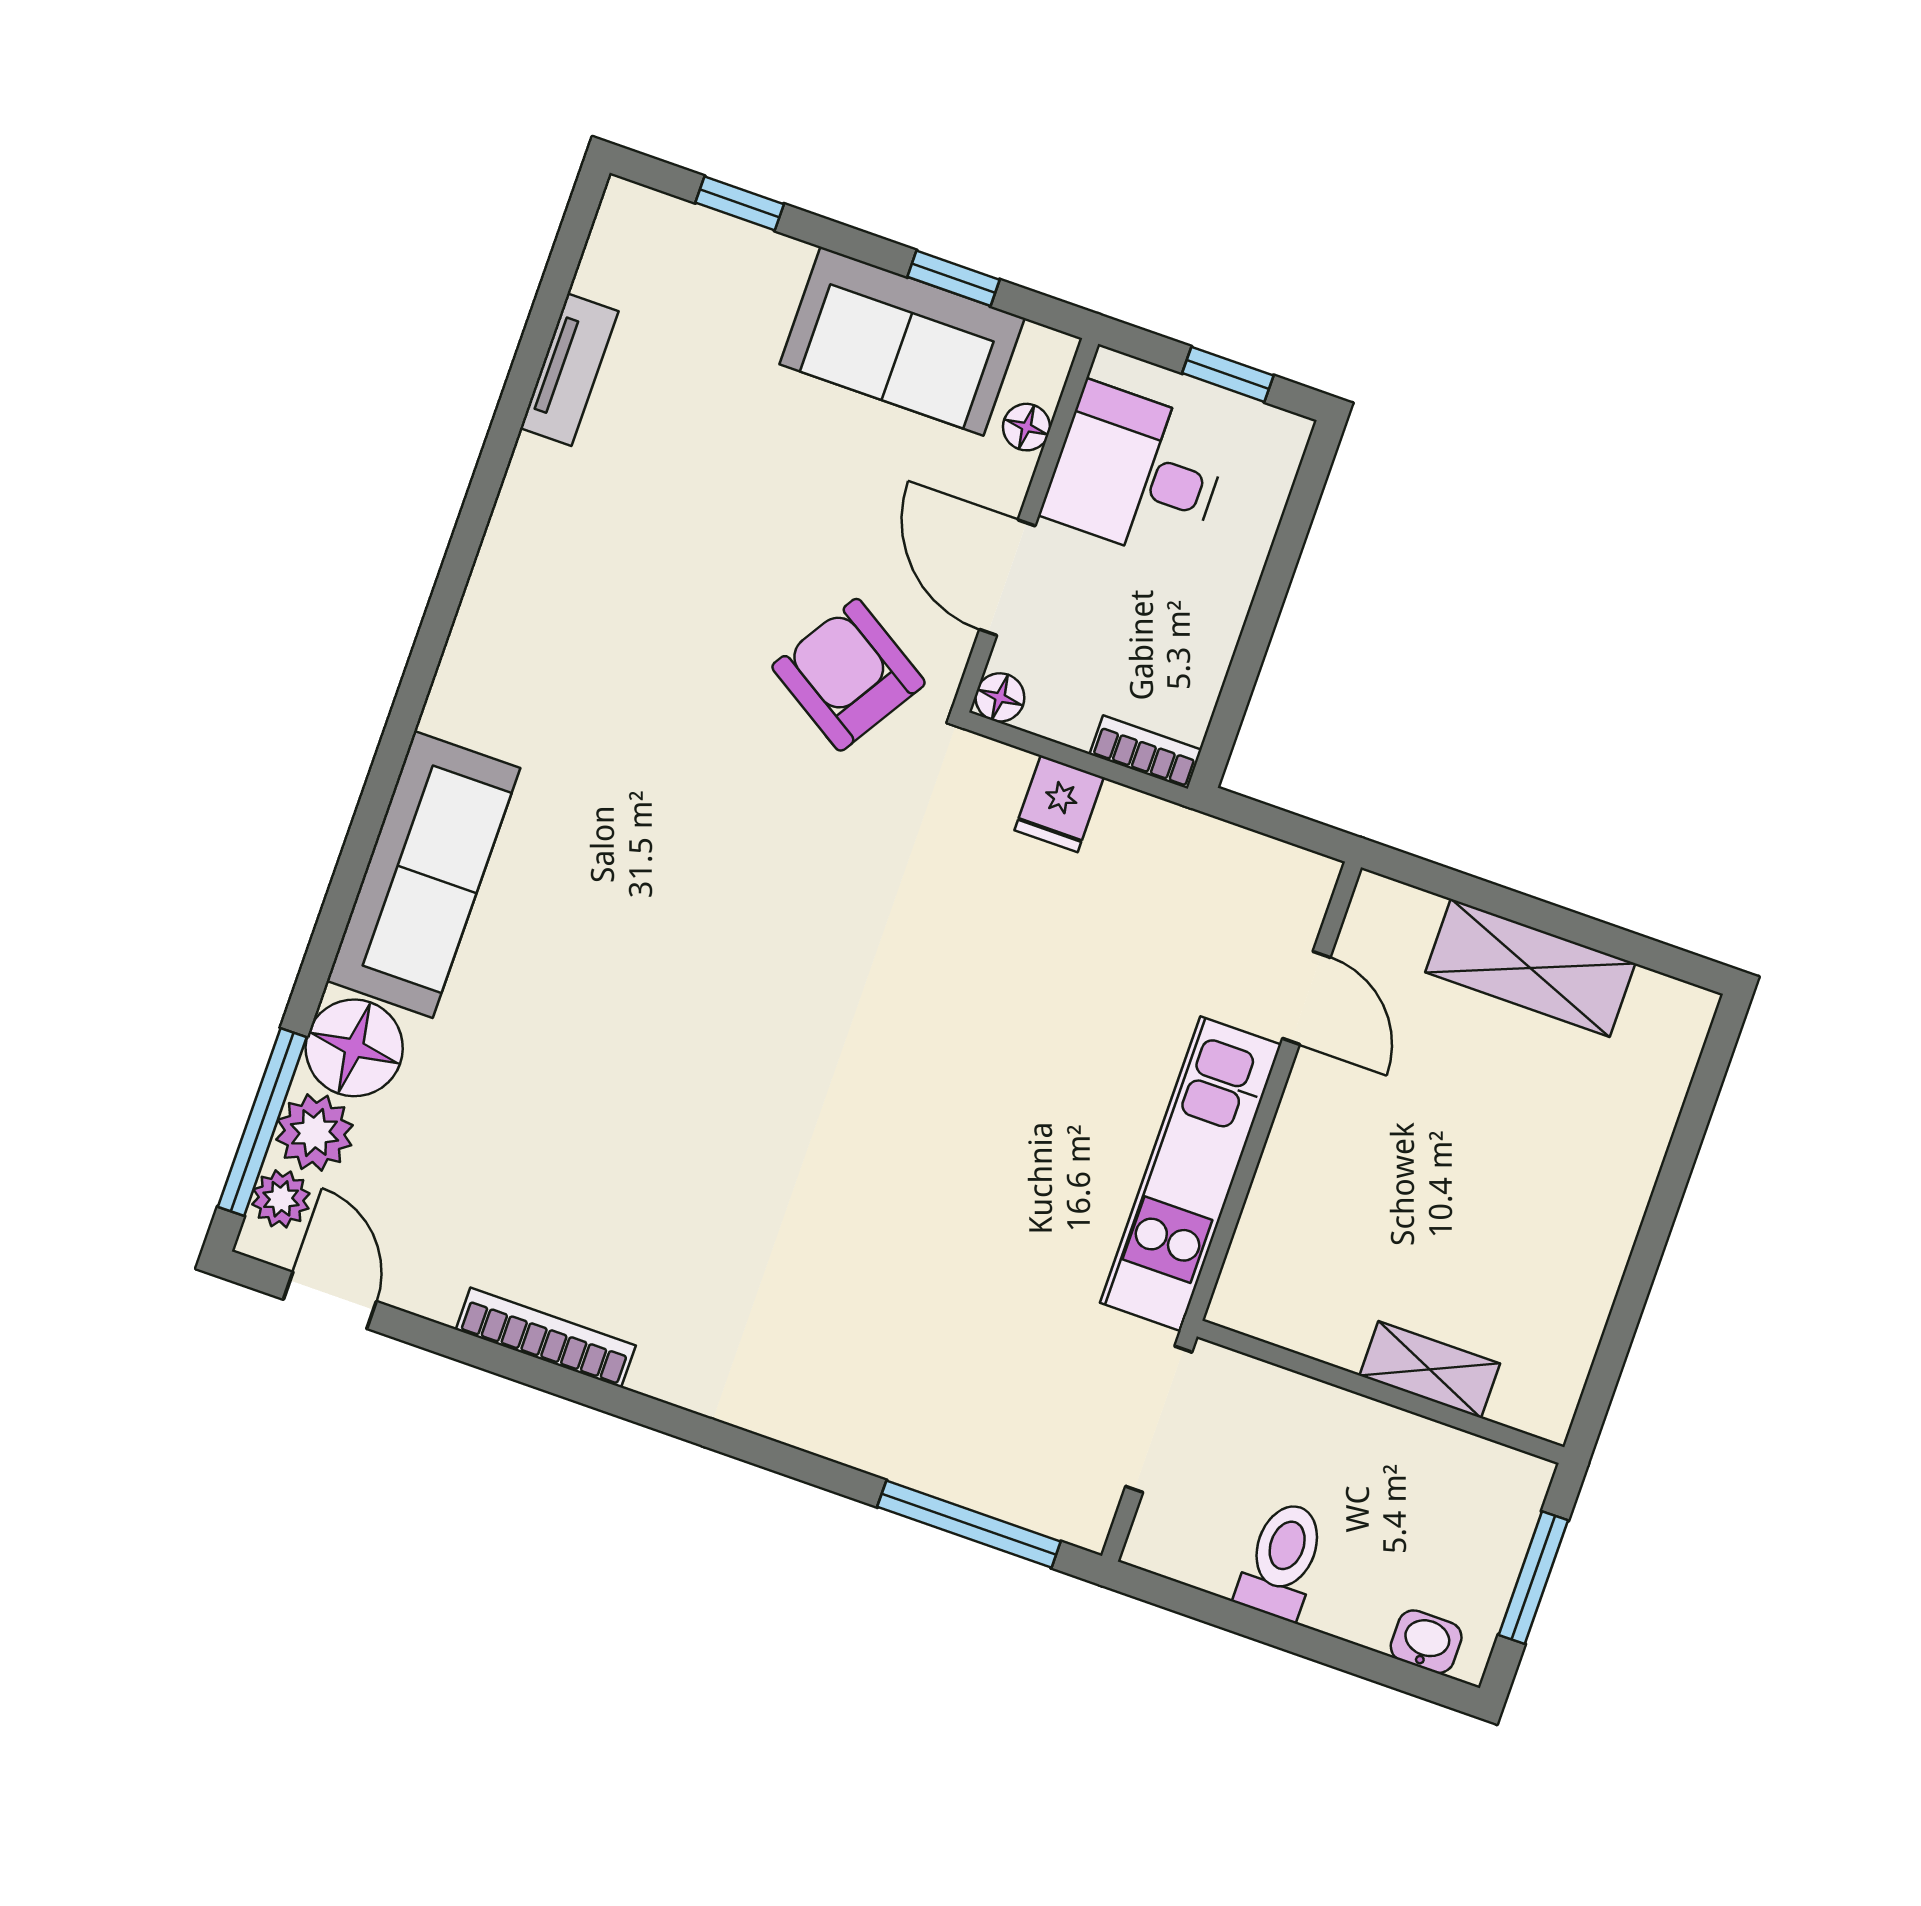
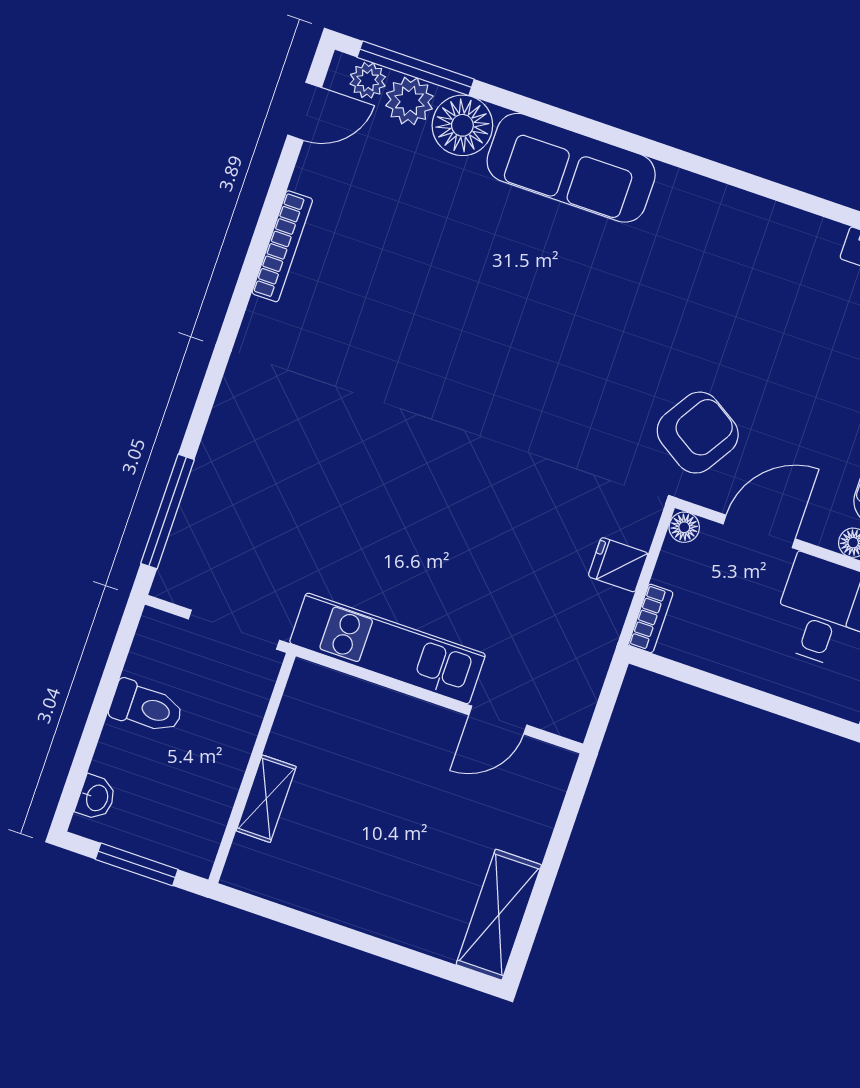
shelving: (1530, 968) -> (499, 915), moved

